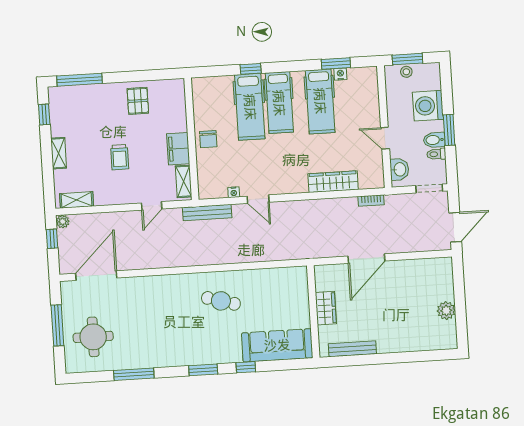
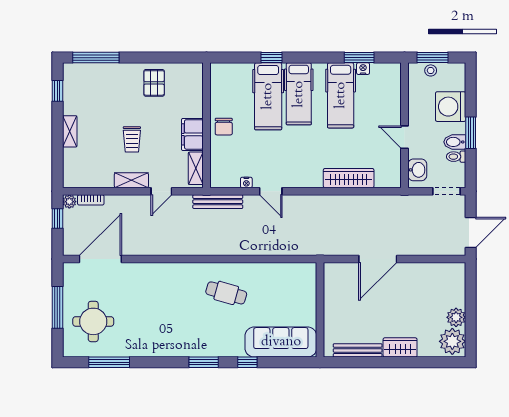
shelving: (77, 200) -> (131, 180), moved
bookcase: (371, 201) -> (91, 200), moved
wardrobe: (326, 308) -> (400, 347), moved, turned -90
plant: (444, 334) -> (452, 341), added
window: (134, 374) -> (109, 362), moved

